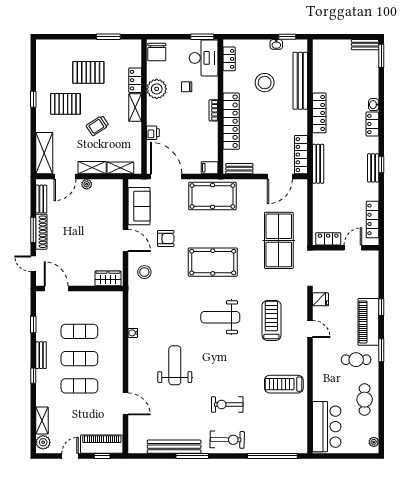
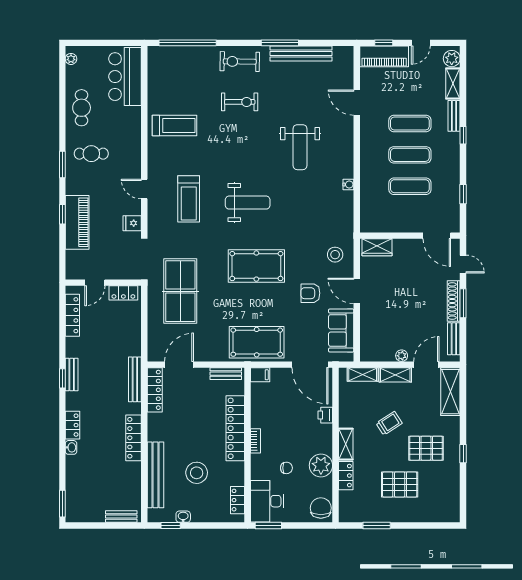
bench: (365, 45) -> (121, 516), moved
piano: (368, 322) -> (77, 222), moved
bench: (41, 355) -> (454, 116), moved

